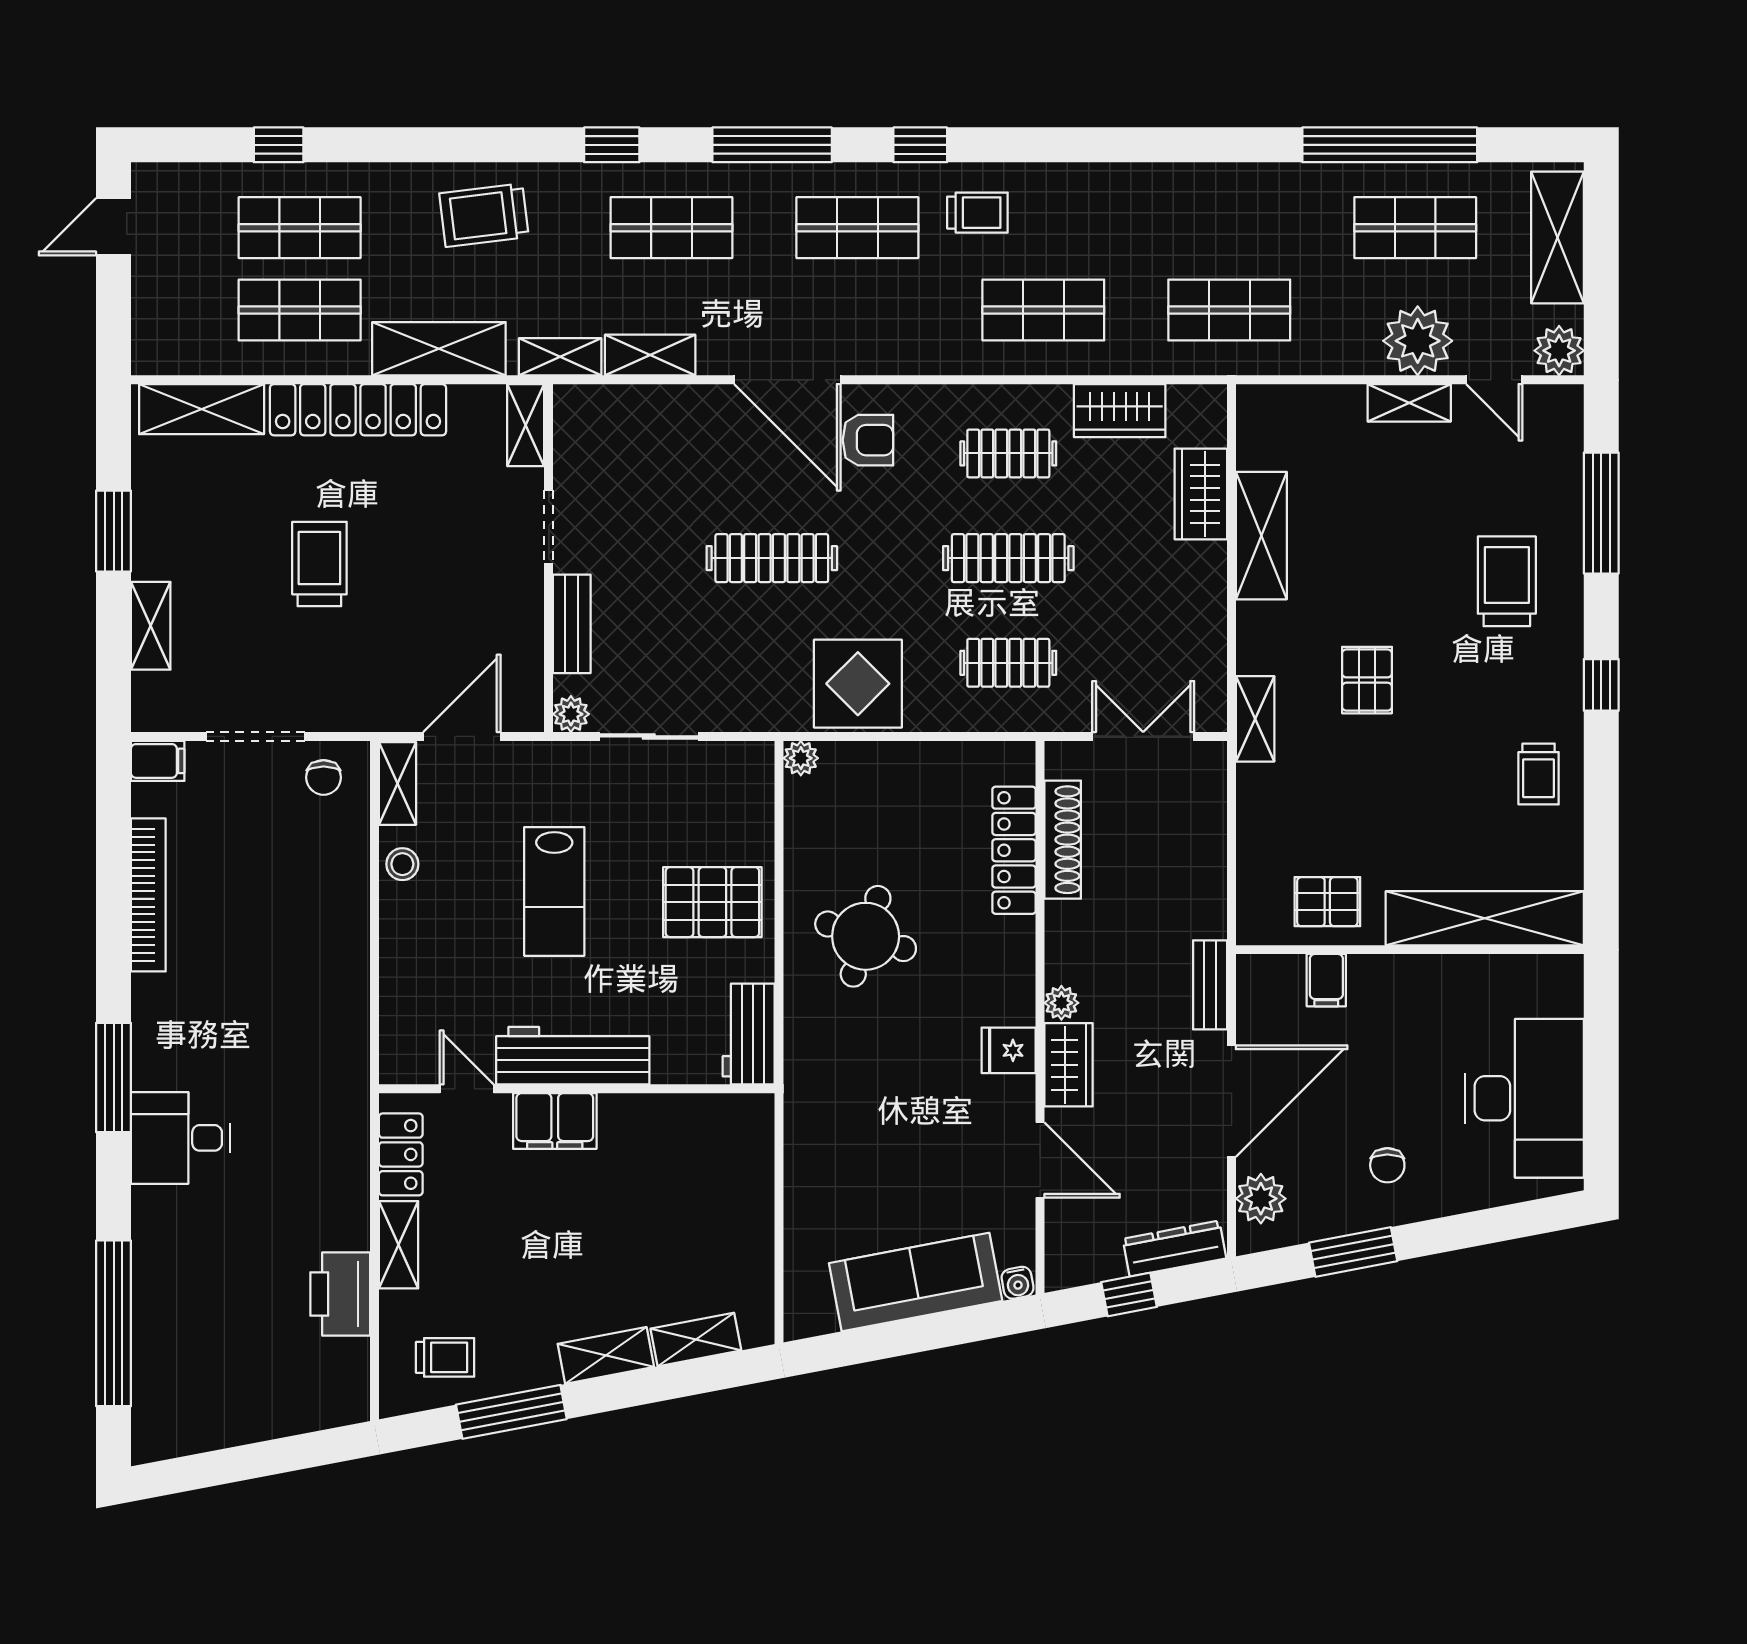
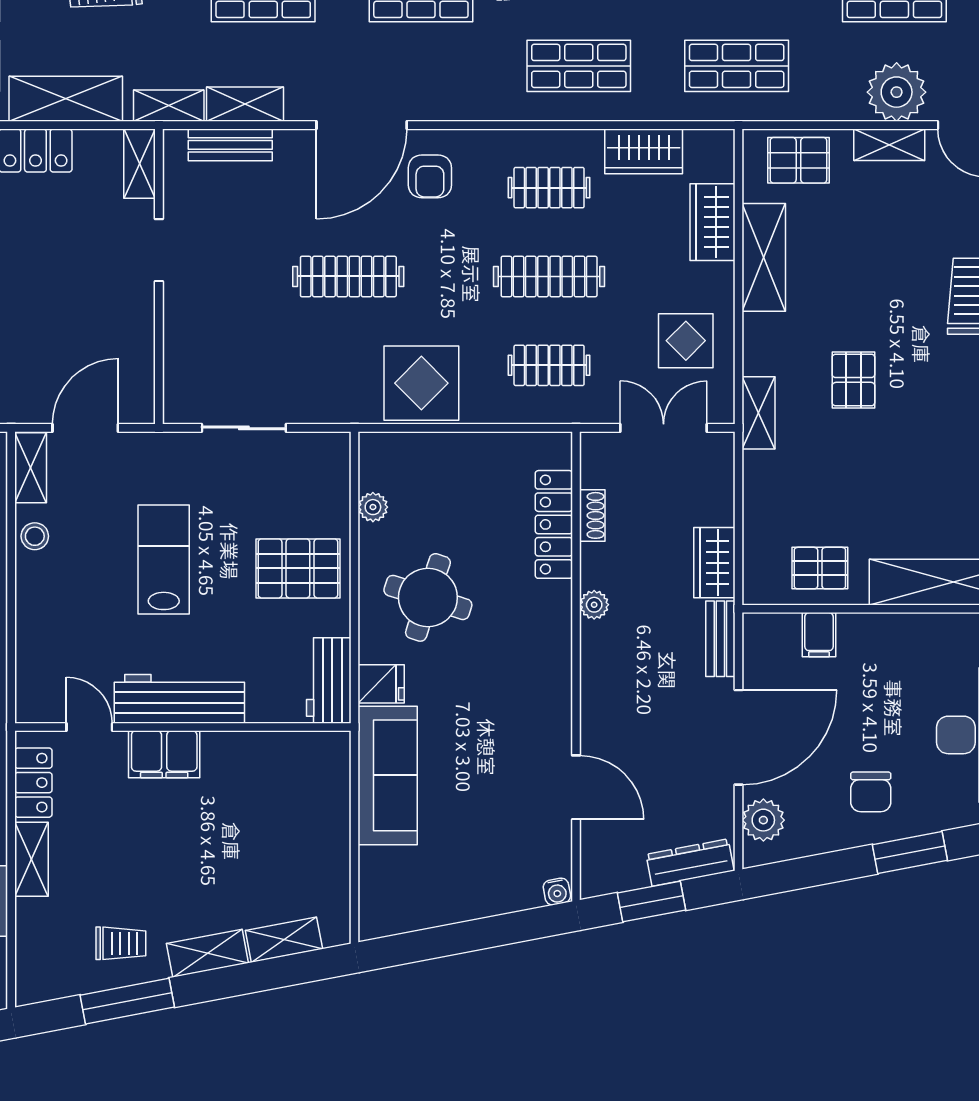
door: (787, 380) -> (362, 125), hinge flipped
pallet: (1302, 421) -> (798, 160), added
armchair: (868, 440) -> (430, 176), turned 90
bench: (572, 624) -> (230, 145), moved, turned 90
display table: (1169, 634) -> (686, 341), added
plant: (571, 714) -> (178, 409), removed
plant: (801, 758) -> (373, 507), moved
shoe rack: (1063, 840) -> (592, 515), width x0.51, depth x0.81
lab bench: (554, 891) -> (164, 559), turned 180
plant: (1061, 1003) -> (594, 605), moved
fridge: (1009, 1050) -> (381, 684), moved, turned 180
wardrobe: (1069, 1065) -> (714, 563), moved, turned 180
chair: (1387, 1165) -> (871, 792), width x1.37, depth x1.37
window: (1353, 1252) -> (910, 852), moved
sofa: (916, 1282) -> (388, 775), moved, turned 101
window: (1129, 1294) -> (652, 901), width x1.50
trolley: (445, 1357) -> (121, 943), moved

